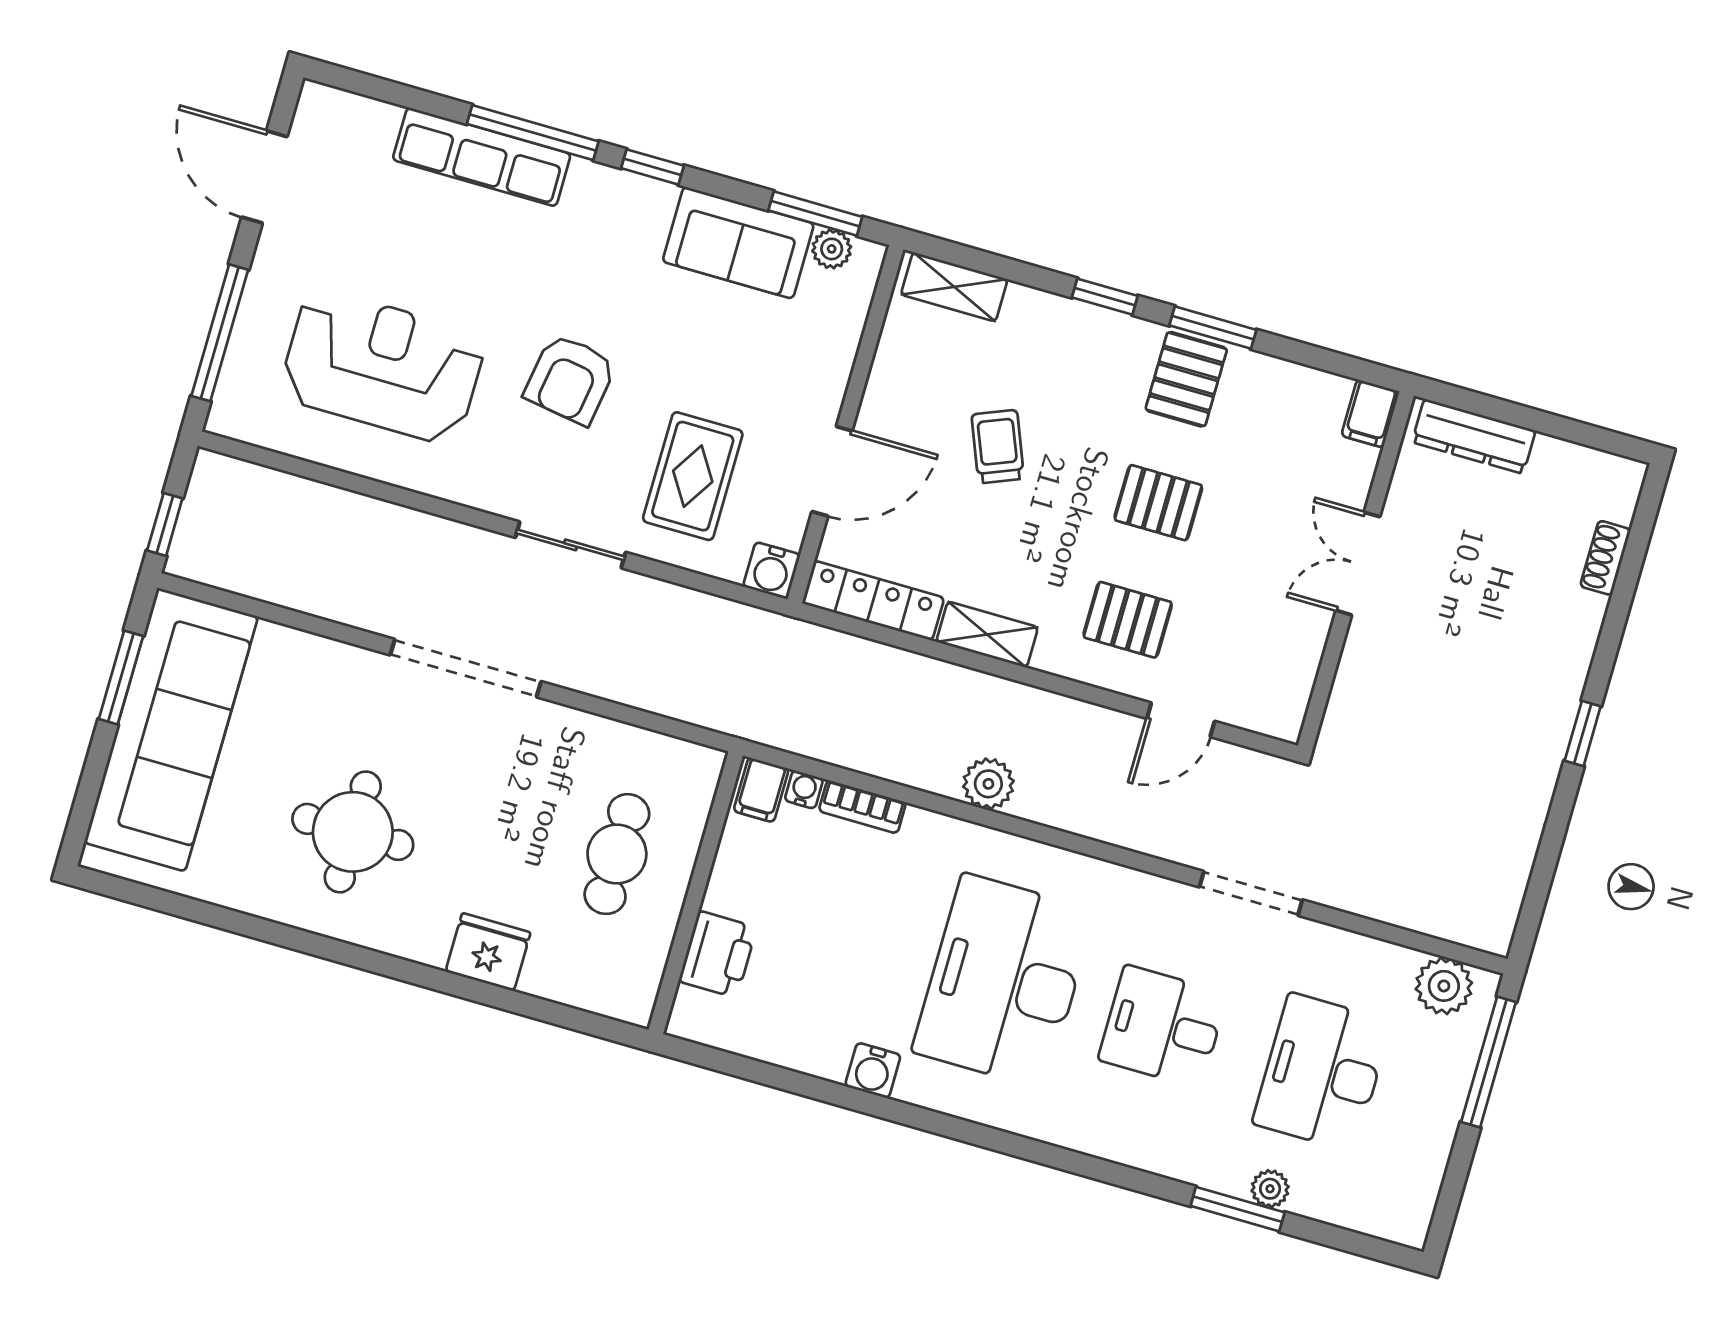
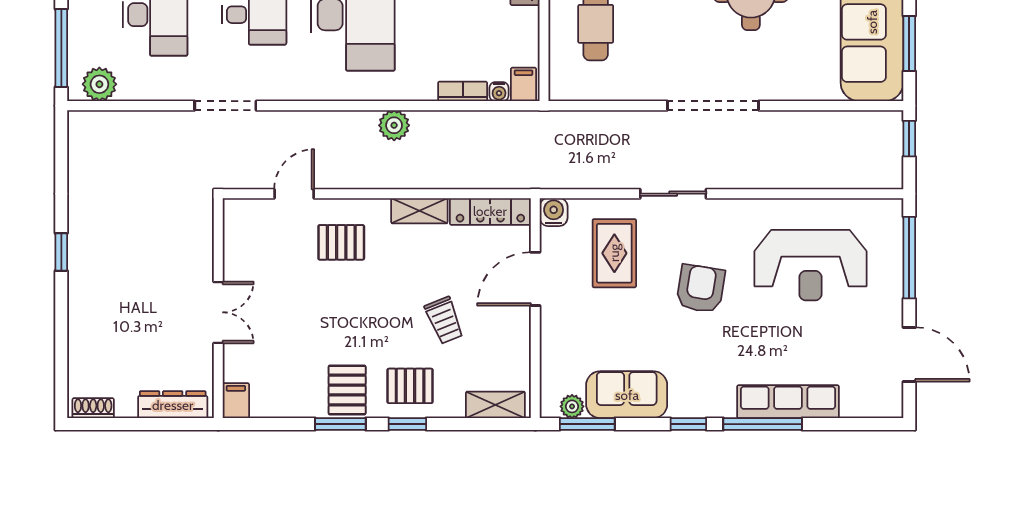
pallet: (1158, 503) -> (410, 386), moved
shoe rack: (1605, 558) -> (93, 408), moved, turned -90

